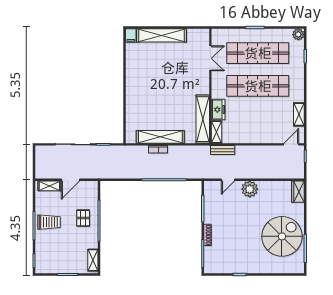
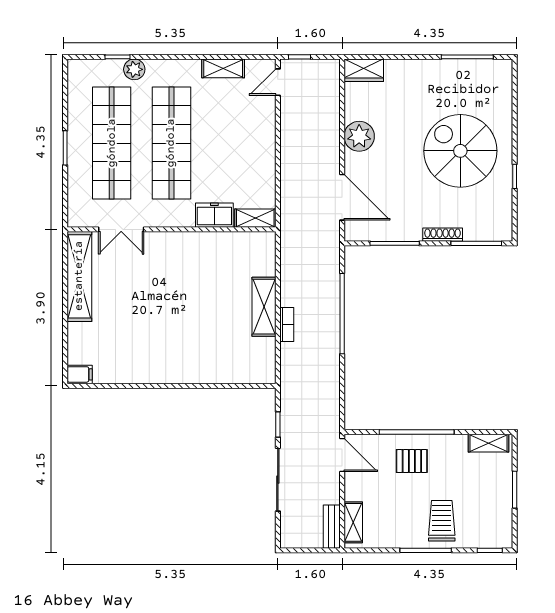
plant: (298, 34) -> (134, 69), moved
shelving: (162, 35) -> (79, 276), moved
double door: (210, 58) -> (121, 229), swing flipped
shelving: (203, 119) -> (232, 243), removed
shelving: (160, 137) -> (264, 307), width x0.68
door: (291, 144) -> (278, 82), hinge flipped
bench: (223, 150) -> (332, 527), moved
door: (70, 180) -> (342, 455), moved
door: (228, 180) -> (342, 197), width x1.88
plant: (250, 189) -> (359, 136), moved
trolley: (49, 222) -> (442, 521), moved
spiral stairs: (282, 236) -> (460, 151), moved

